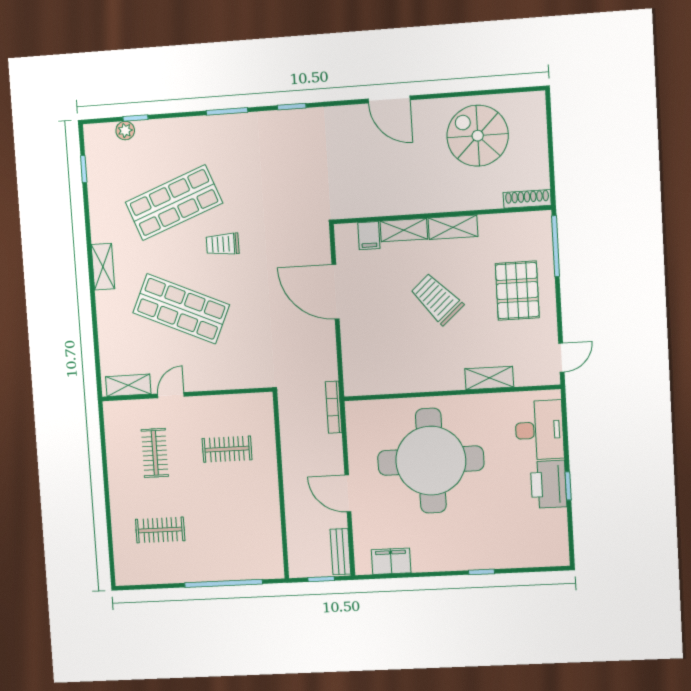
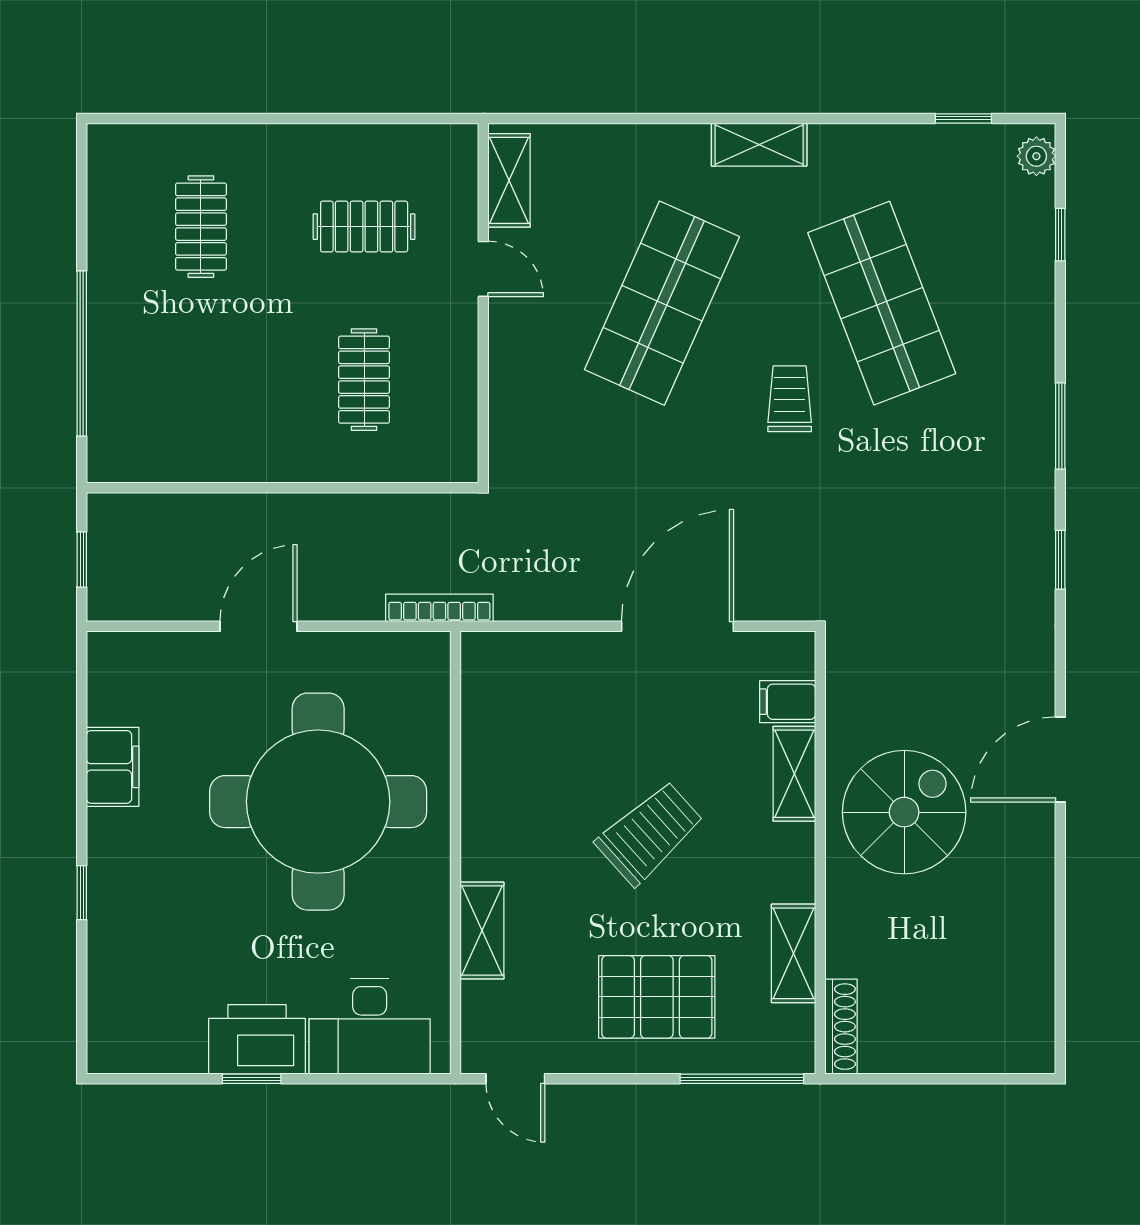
plant: (125, 131) -> (1036, 156), moved
spiral stairs: (478, 136) -> (904, 812), moved
shelving: (453, 227) -> (794, 953), moved
bench: (340, 552) -> (138, 603), removed
filing cabinet: (391, 561) -> (113, 767), moved

